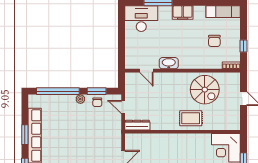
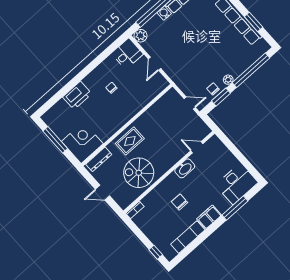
exam couch: (223, 12) -> (188, 237), moved
chair: (214, 41) -> (179, 202), moved
window: (244, 46) -> (156, 252), moved
dresser: (137, 125) -> (99, 159), moved
window: (25, 135) -> (254, 22), moved

